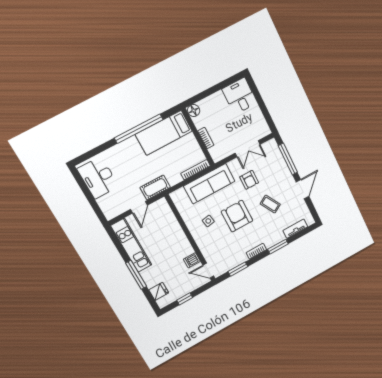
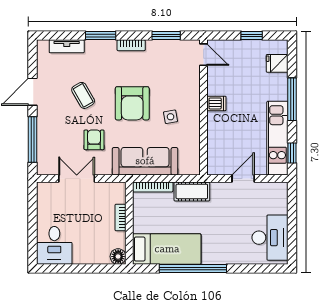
cot: (155, 187) -> (192, 191), moved
window: (116, 241) -> (292, 153), added
dishwasher: (192, 260) -> (216, 103), moved

